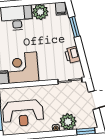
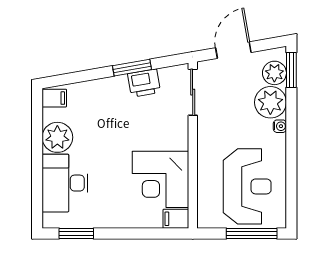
window: (75, 27) -> (132, 68), moved
plant: (83, 123) -> (274, 73), added

